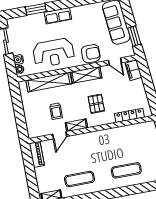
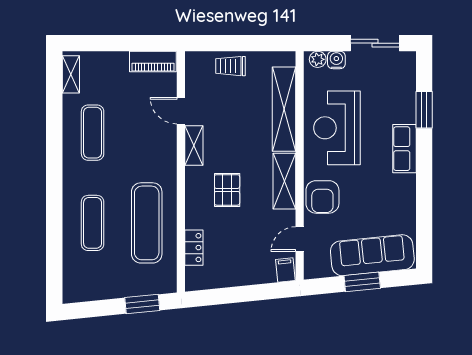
window: (134, 36) -> (362, 282), moved
filing cabinet: (133, 70) -> (285, 270), width x0.50
pallet: (96, 104) -> (227, 190), turned 90
trolley: (56, 111) -> (230, 66), moved
locker: (129, 115) -> (194, 248), width x0.66
exercise mat: (121, 142) -> (147, 223), added

